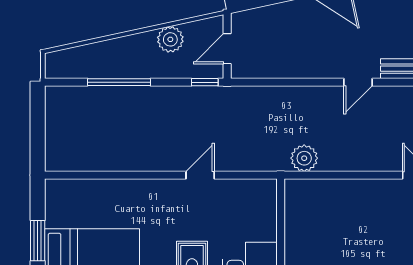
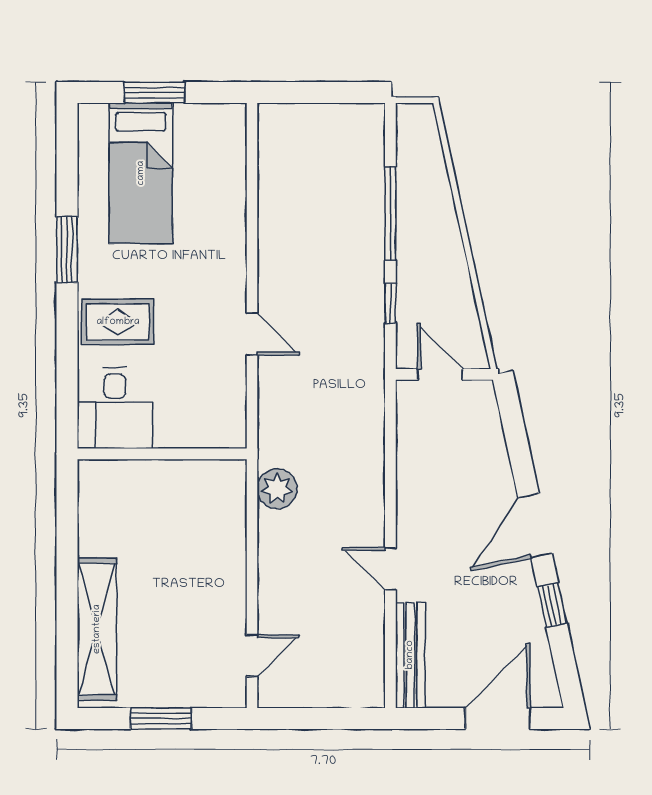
plant: (170, 39) -> (454, 290), removed
window: (205, 82) -> (390, 303), moved

